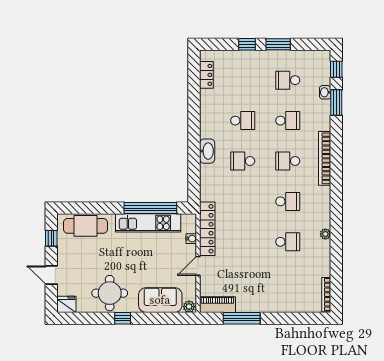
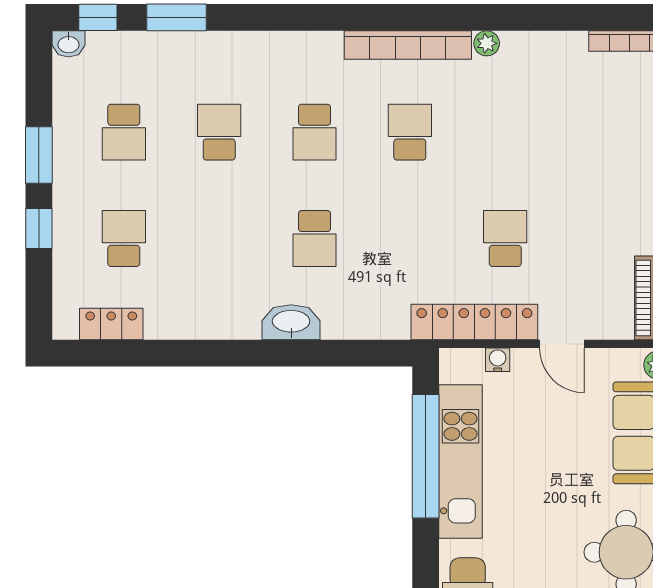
washbasin: (325, 92) -> (69, 44), moved
school desk: (243, 121) -> (124, 238), moved
bookcase: (325, 158) -> (408, 45), moved
school desk: (288, 242) -> (505, 238), moved

